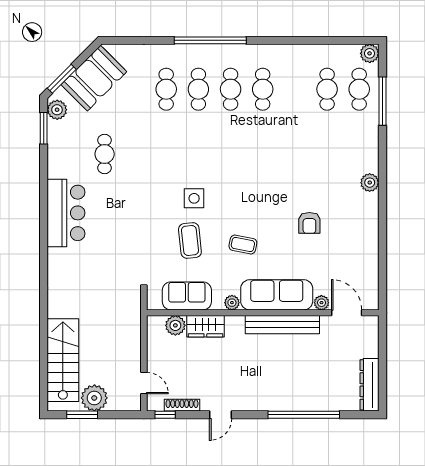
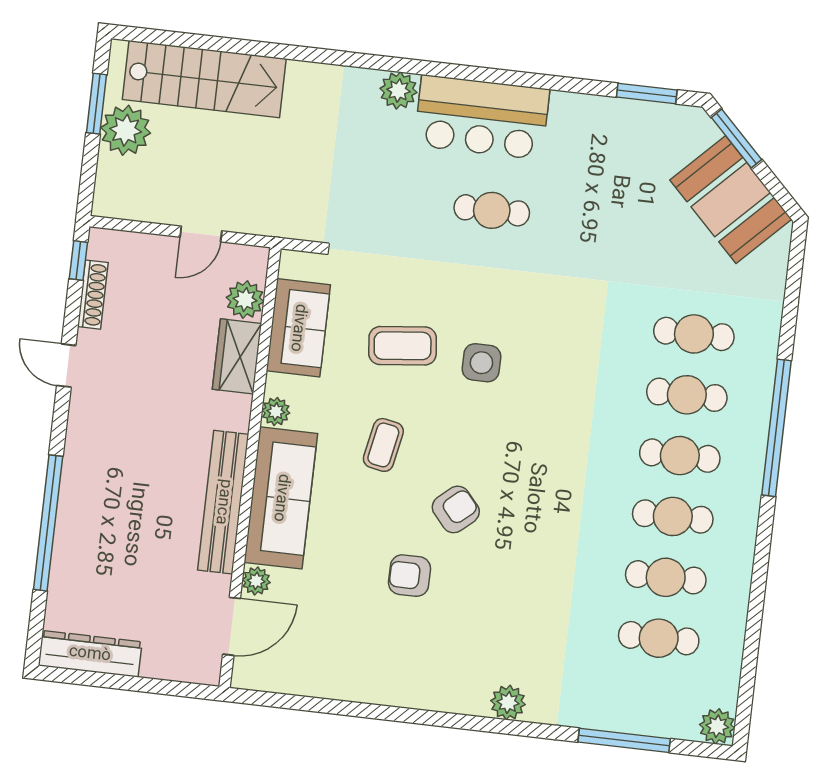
cafe table: (359, 89) -> (666, 577), moved
plant: (57, 110) -> (398, 90), moved
cafe table: (105, 154) -> (492, 210), moved
plant: (370, 183) -> (508, 703), moved
armchair: (272, 203) -> (456, 509), added
door: (144, 383) -> (201, 234), moved

